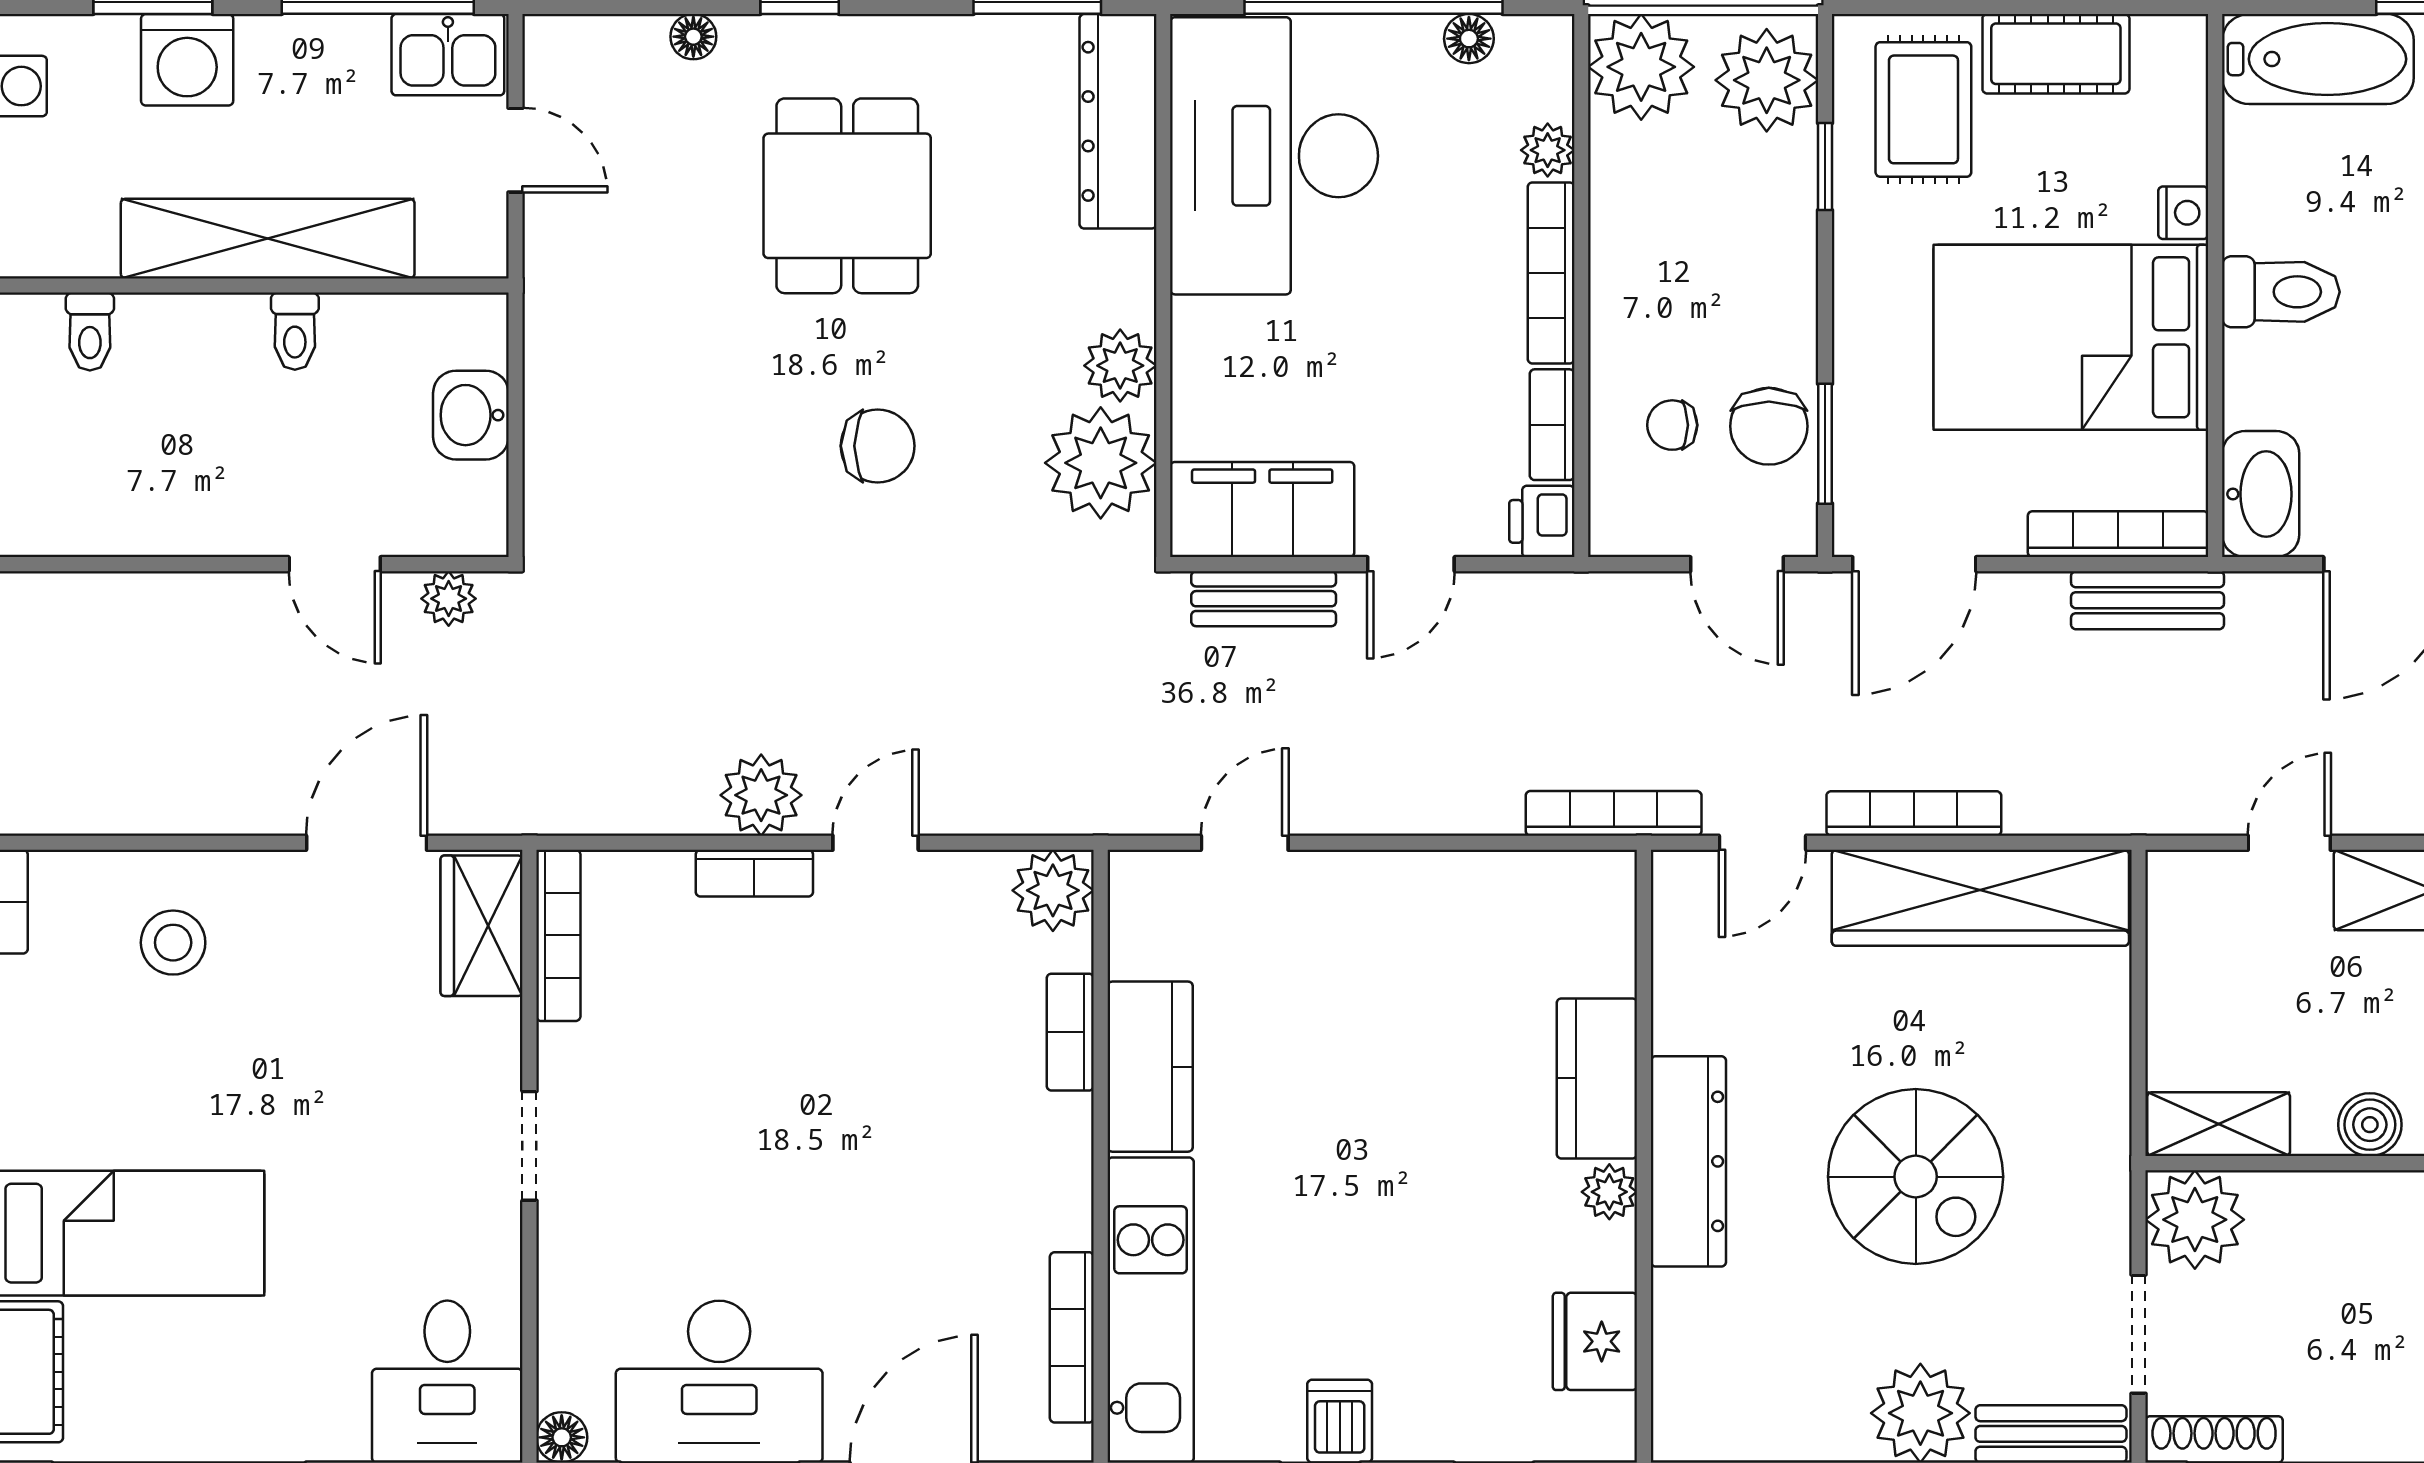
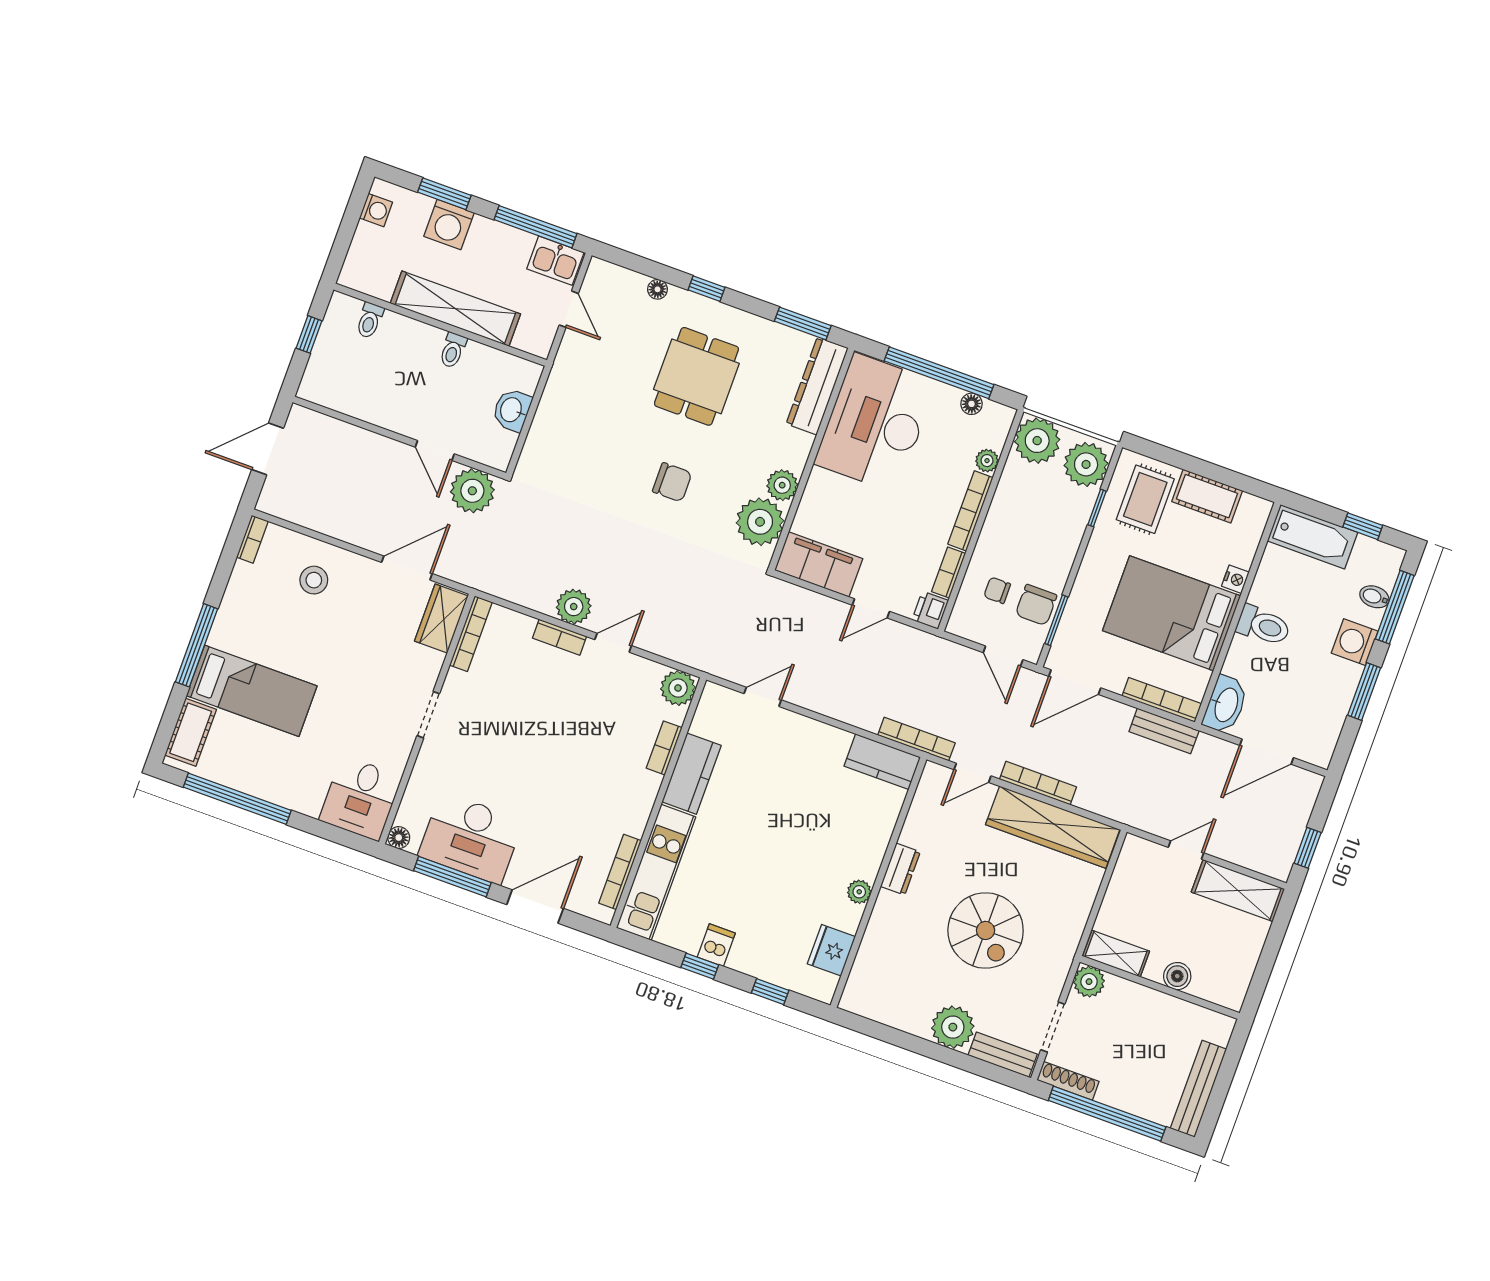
plant: (449, 599) -> (472, 491), width x1.87, depth x1.87
bench: (1264, 599) -> (806, 601), removed
kitchen counter: (1597, 1078) -> (882, 762), moved, turned -90
dresser: (1688, 1161) -> (900, 869), width x0.51, depth x0.80
plant: (2195, 1220) -> (1089, 982), width x0.73, depth x0.73

